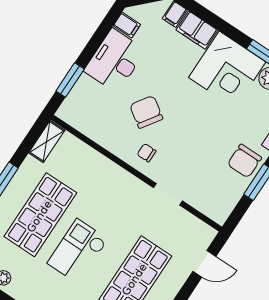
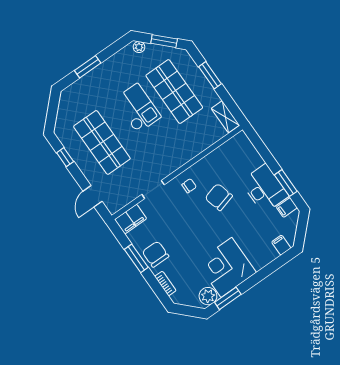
filing cabinet: (197, 30) -> (131, 219), moved, turned 180
window: (70, 80) -> (286, 183), moved
chair: (146, 112) -> (219, 197), turned -139

